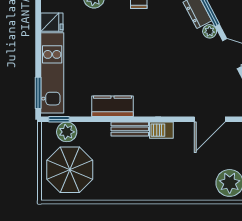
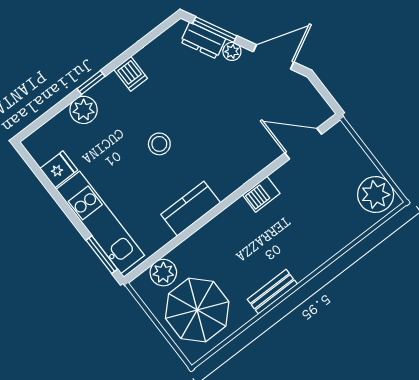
stool: (124, 53) -> (159, 144), added
window: (59, 119) -> (145, 266), removed
door: (210, 119) -> (303, 144), swing flipped
bench: (130, 129) -> (272, 292), moved

